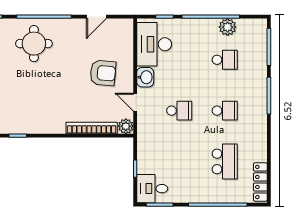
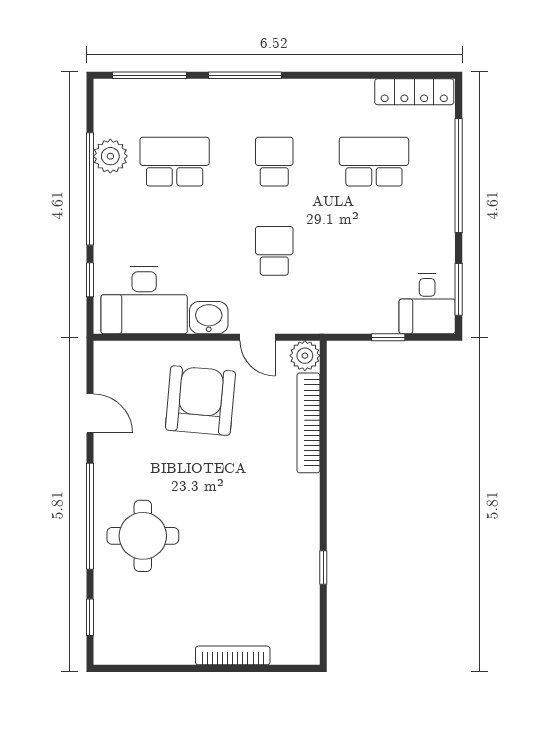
school desk: (225, 60) -> (175, 162), width x1.85
armchair: (103, 73) -> (200, 401), width x1.36, depth x1.36
door: (135, 102) -> (257, 337), hinge flipped

